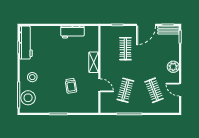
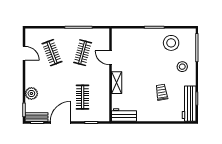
workbench: (72, 32) -> (124, 115), moved
plant: (173, 67) -> (31, 93), moved
trolley: (71, 86) -> (162, 92), moved
stool: (28, 98) -> (171, 43), moved

